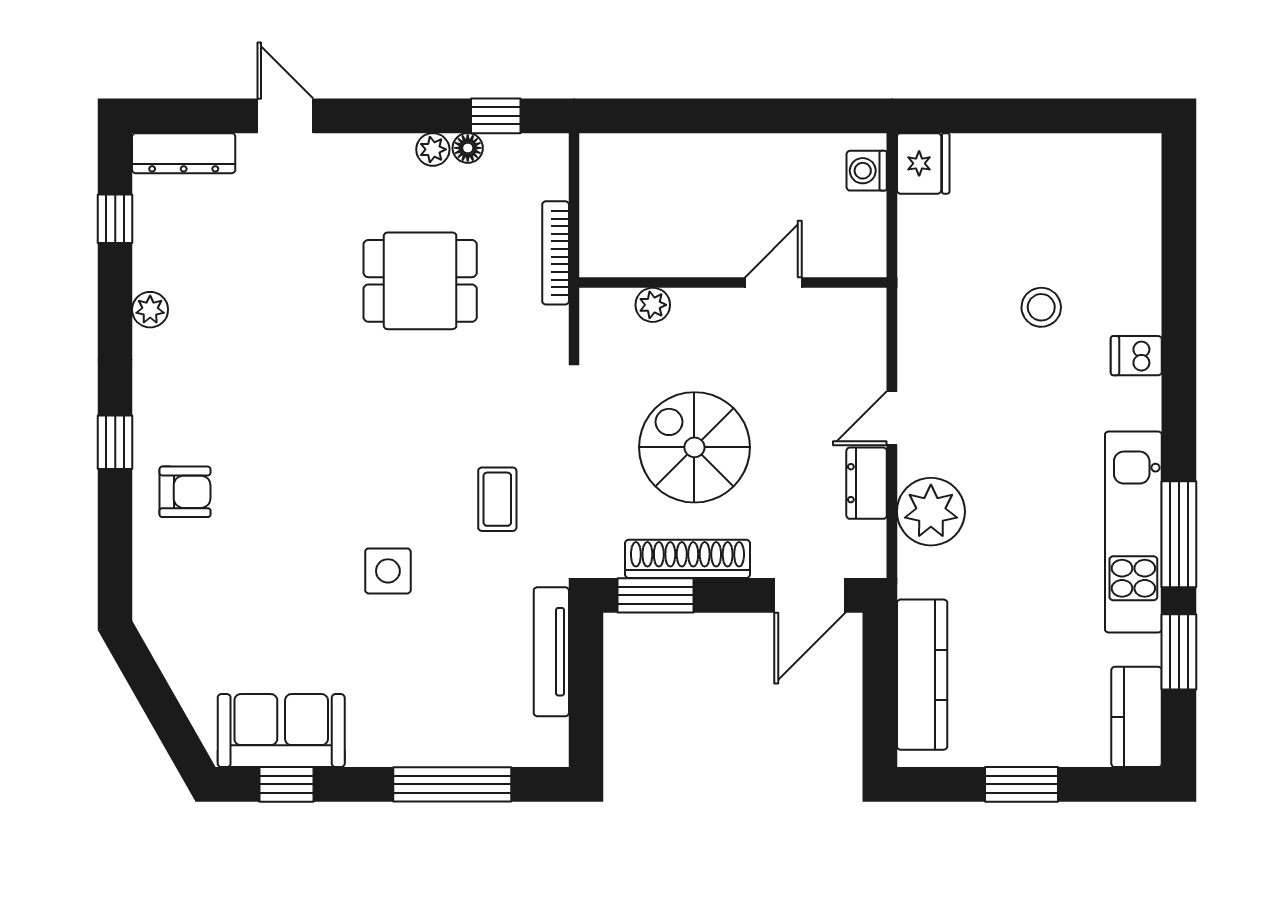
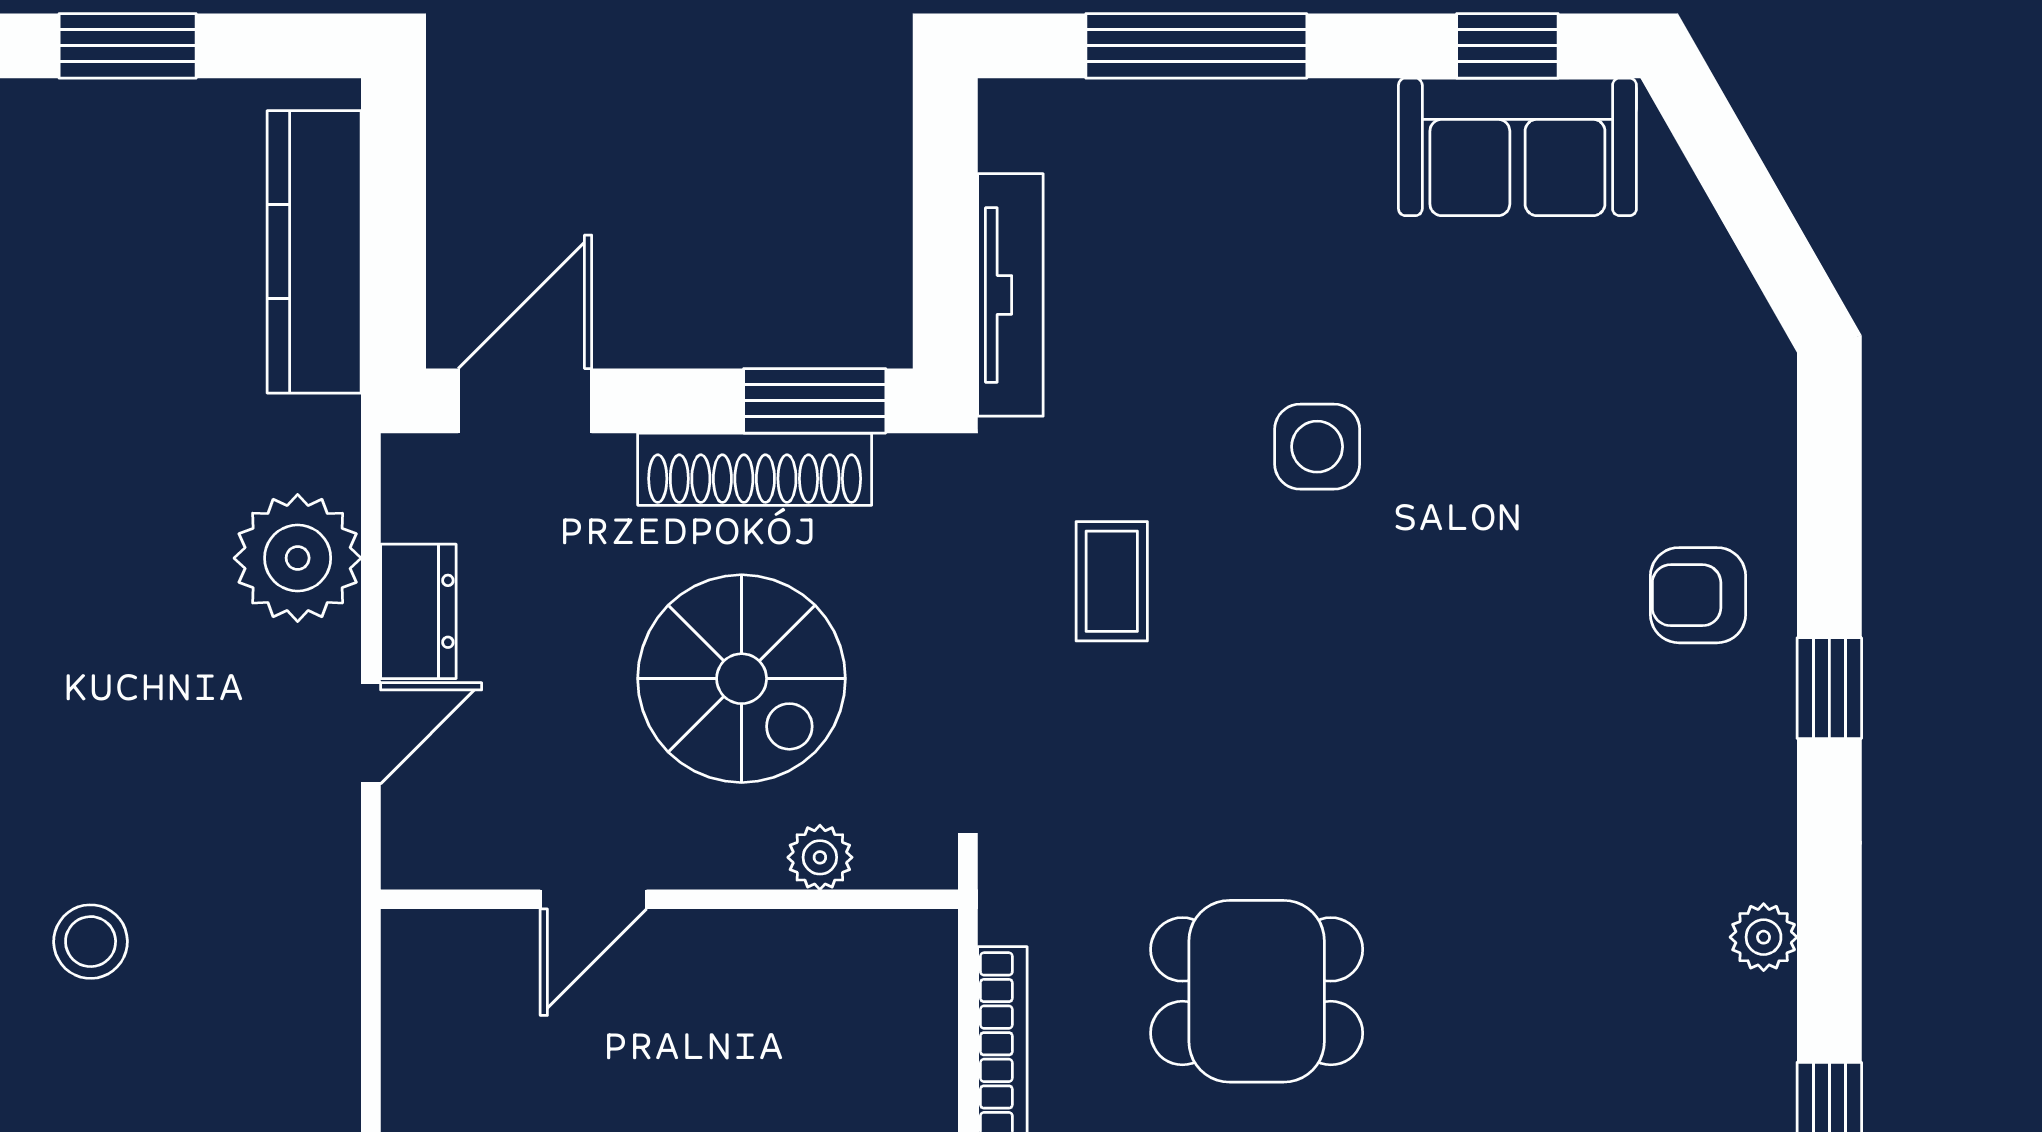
wall: (733, 283) -> (669, 899), moved
door: (773, 283) -> (593, 899), moved
plant: (653, 305) -> (820, 857), moved

